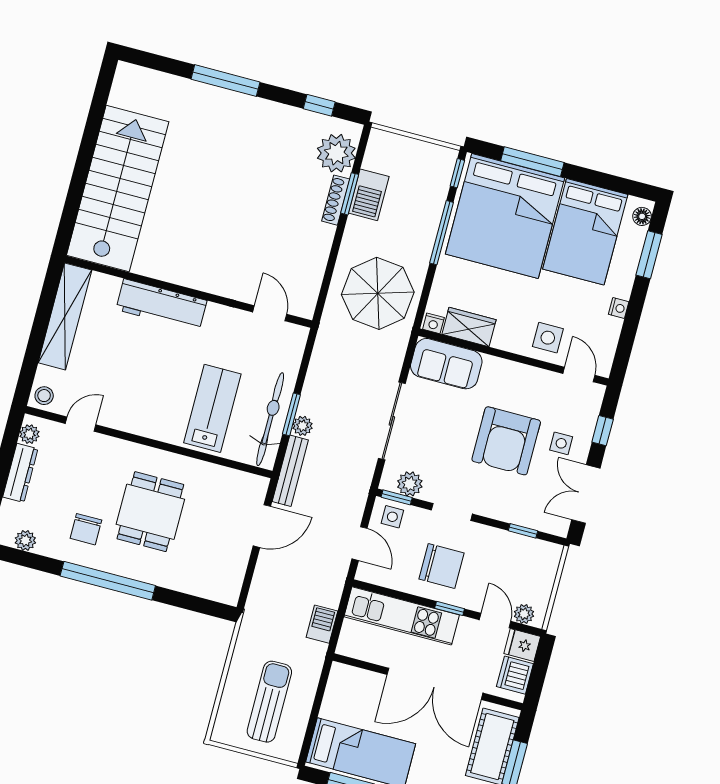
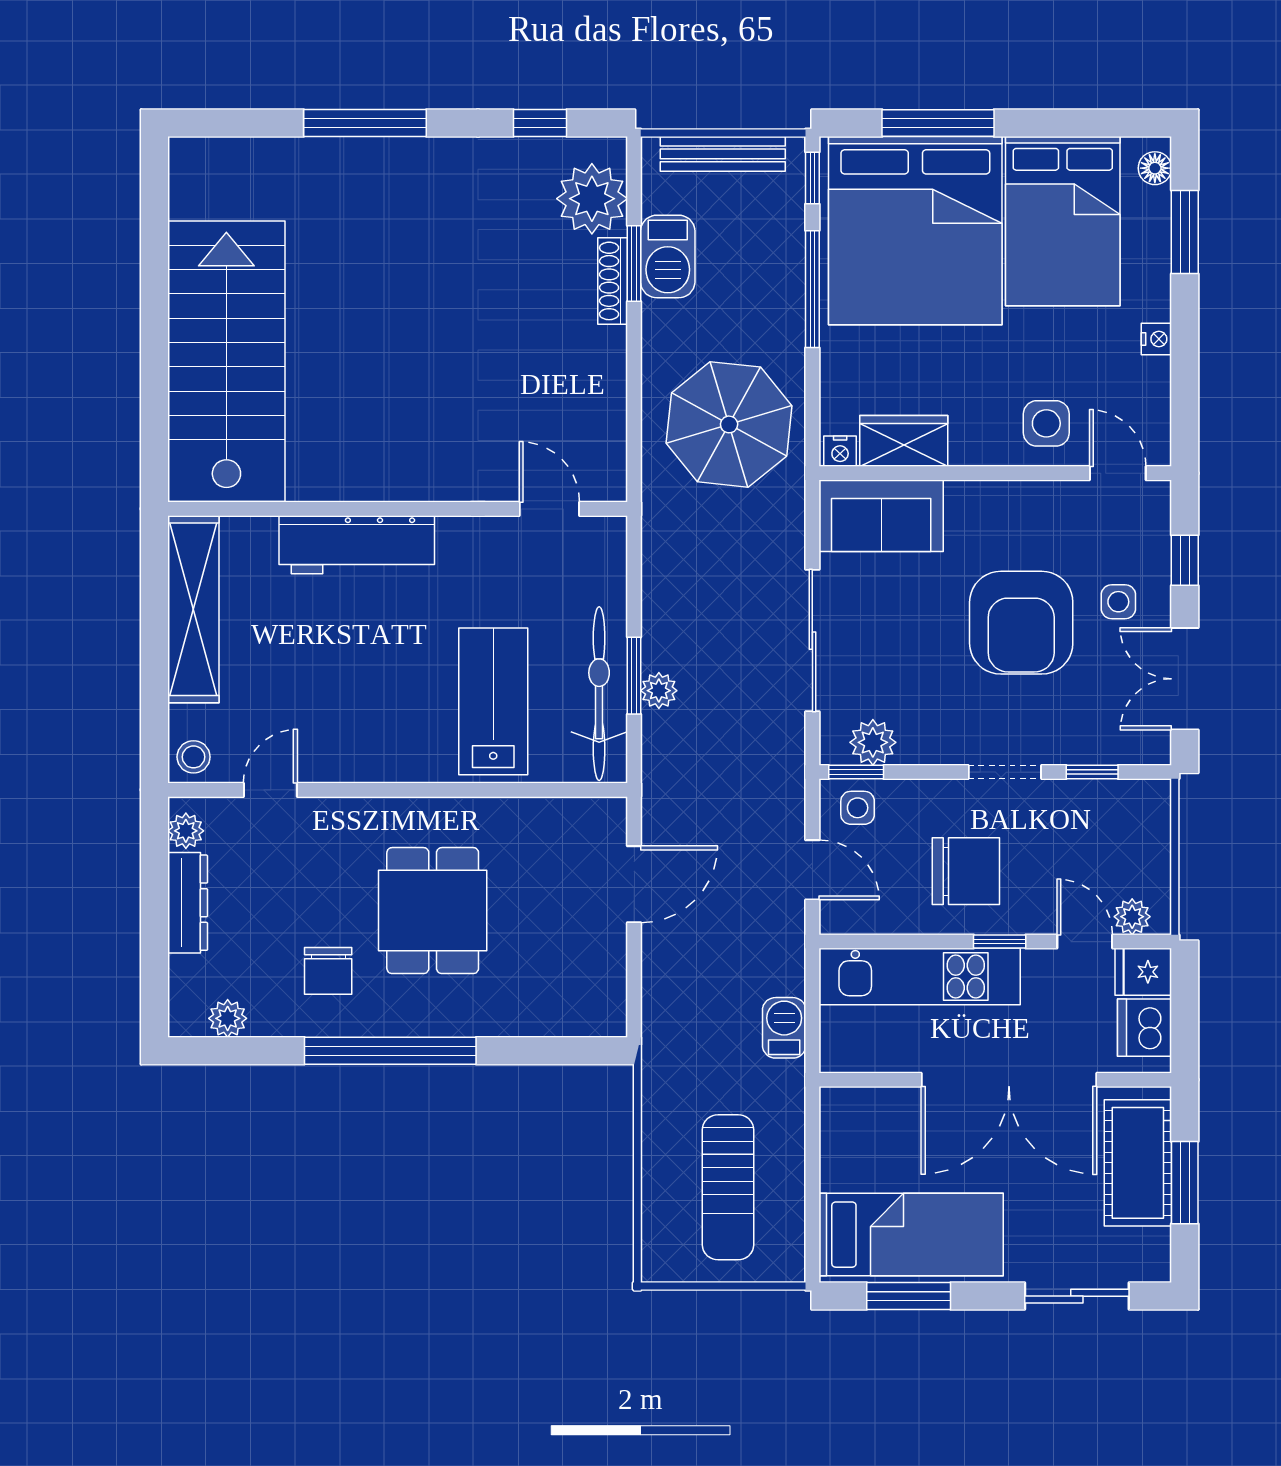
bench: (290, 471) -> (723, 154), moved, turned 90
doorway: (452, 512) -> (1005, 772), moved
sun lounger: (269, 702) -> (728, 1187), turned 180

